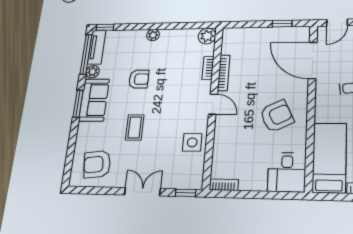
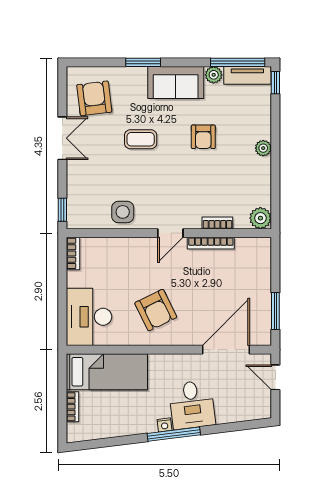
window: (282, 24) -> (275, 311), width x1.50
window: (78, 104) -> (143, 62), moved
desk: (287, 172) -> (89, 317), width x1.37
double door: (142, 192) -> (62, 138), moved

